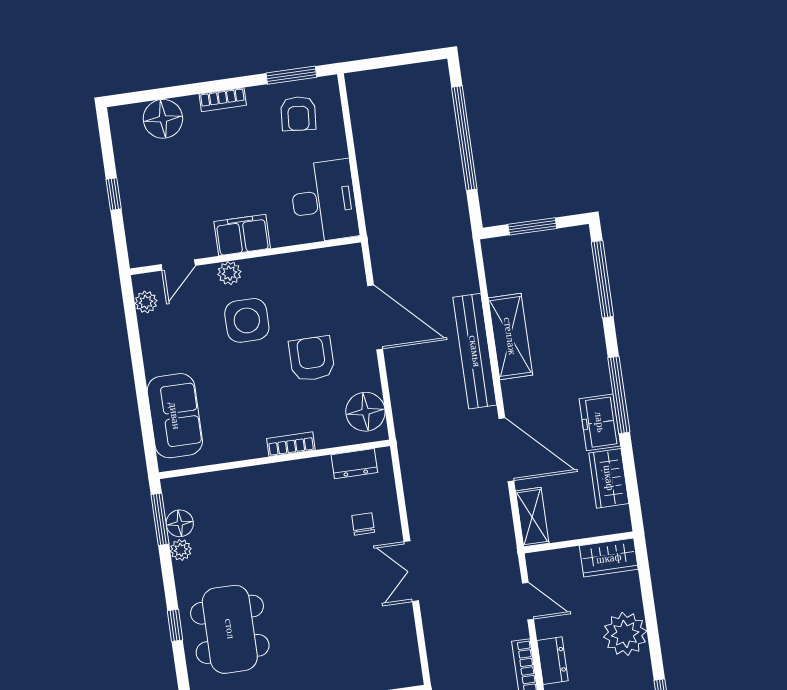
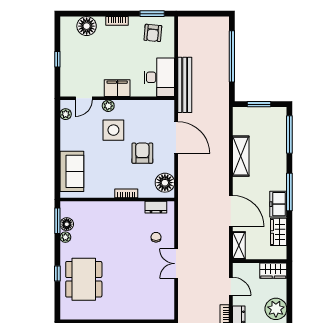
bench: (475, 351) -> (185, 85), moved

